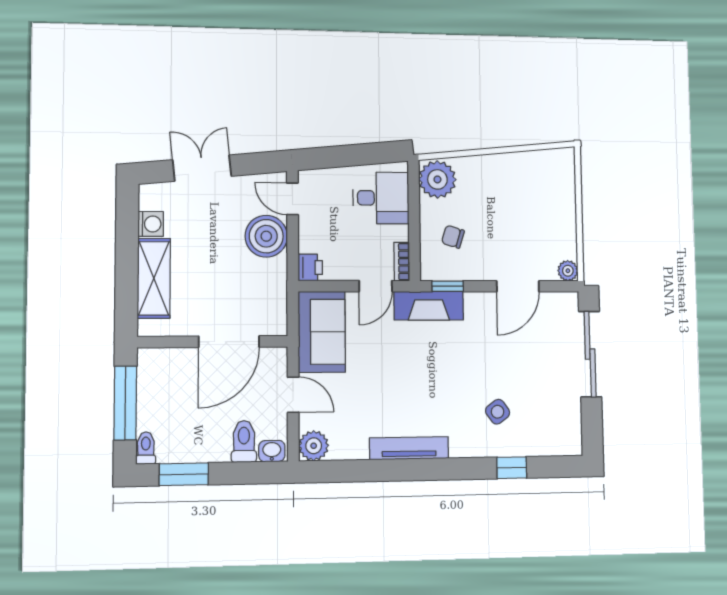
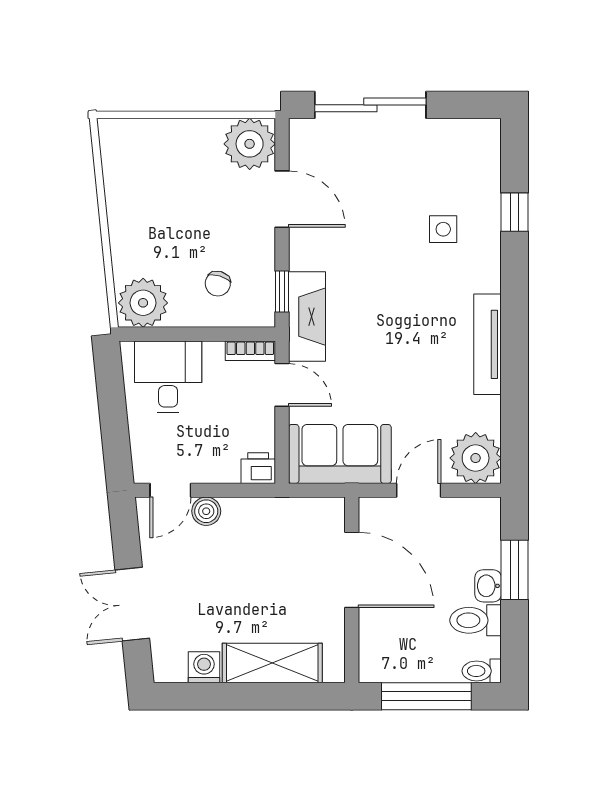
boiler: (266, 236) -> (206, 511), width x0.54, depth x0.54
plant: (568, 271) -> (250, 144), width x1.88, depth x1.88
side table: (498, 412) -> (443, 229), turned 36
toilet: (244, 441) -> (476, 620), moved
plant: (314, 446) -> (476, 458), width x1.36, depth x1.36
washbasin: (272, 451) -> (488, 586), moved
window: (184, 474) -> (514, 570), moved

